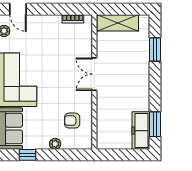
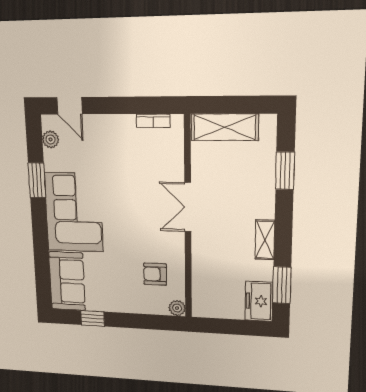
shelving: (144, 94) -> (265, 240), added
freezer: (141, 131) -> (259, 301), width x0.71
plant: (55, 144) -> (177, 308), moved

